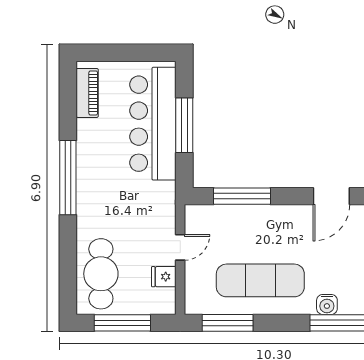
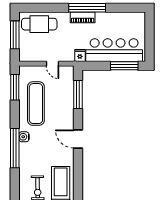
piano: (87, 93) -> (83, 17), moved
window: (184, 125) -> (124, 66), moved
fridge: (164, 277) -> (80, 55), moved

